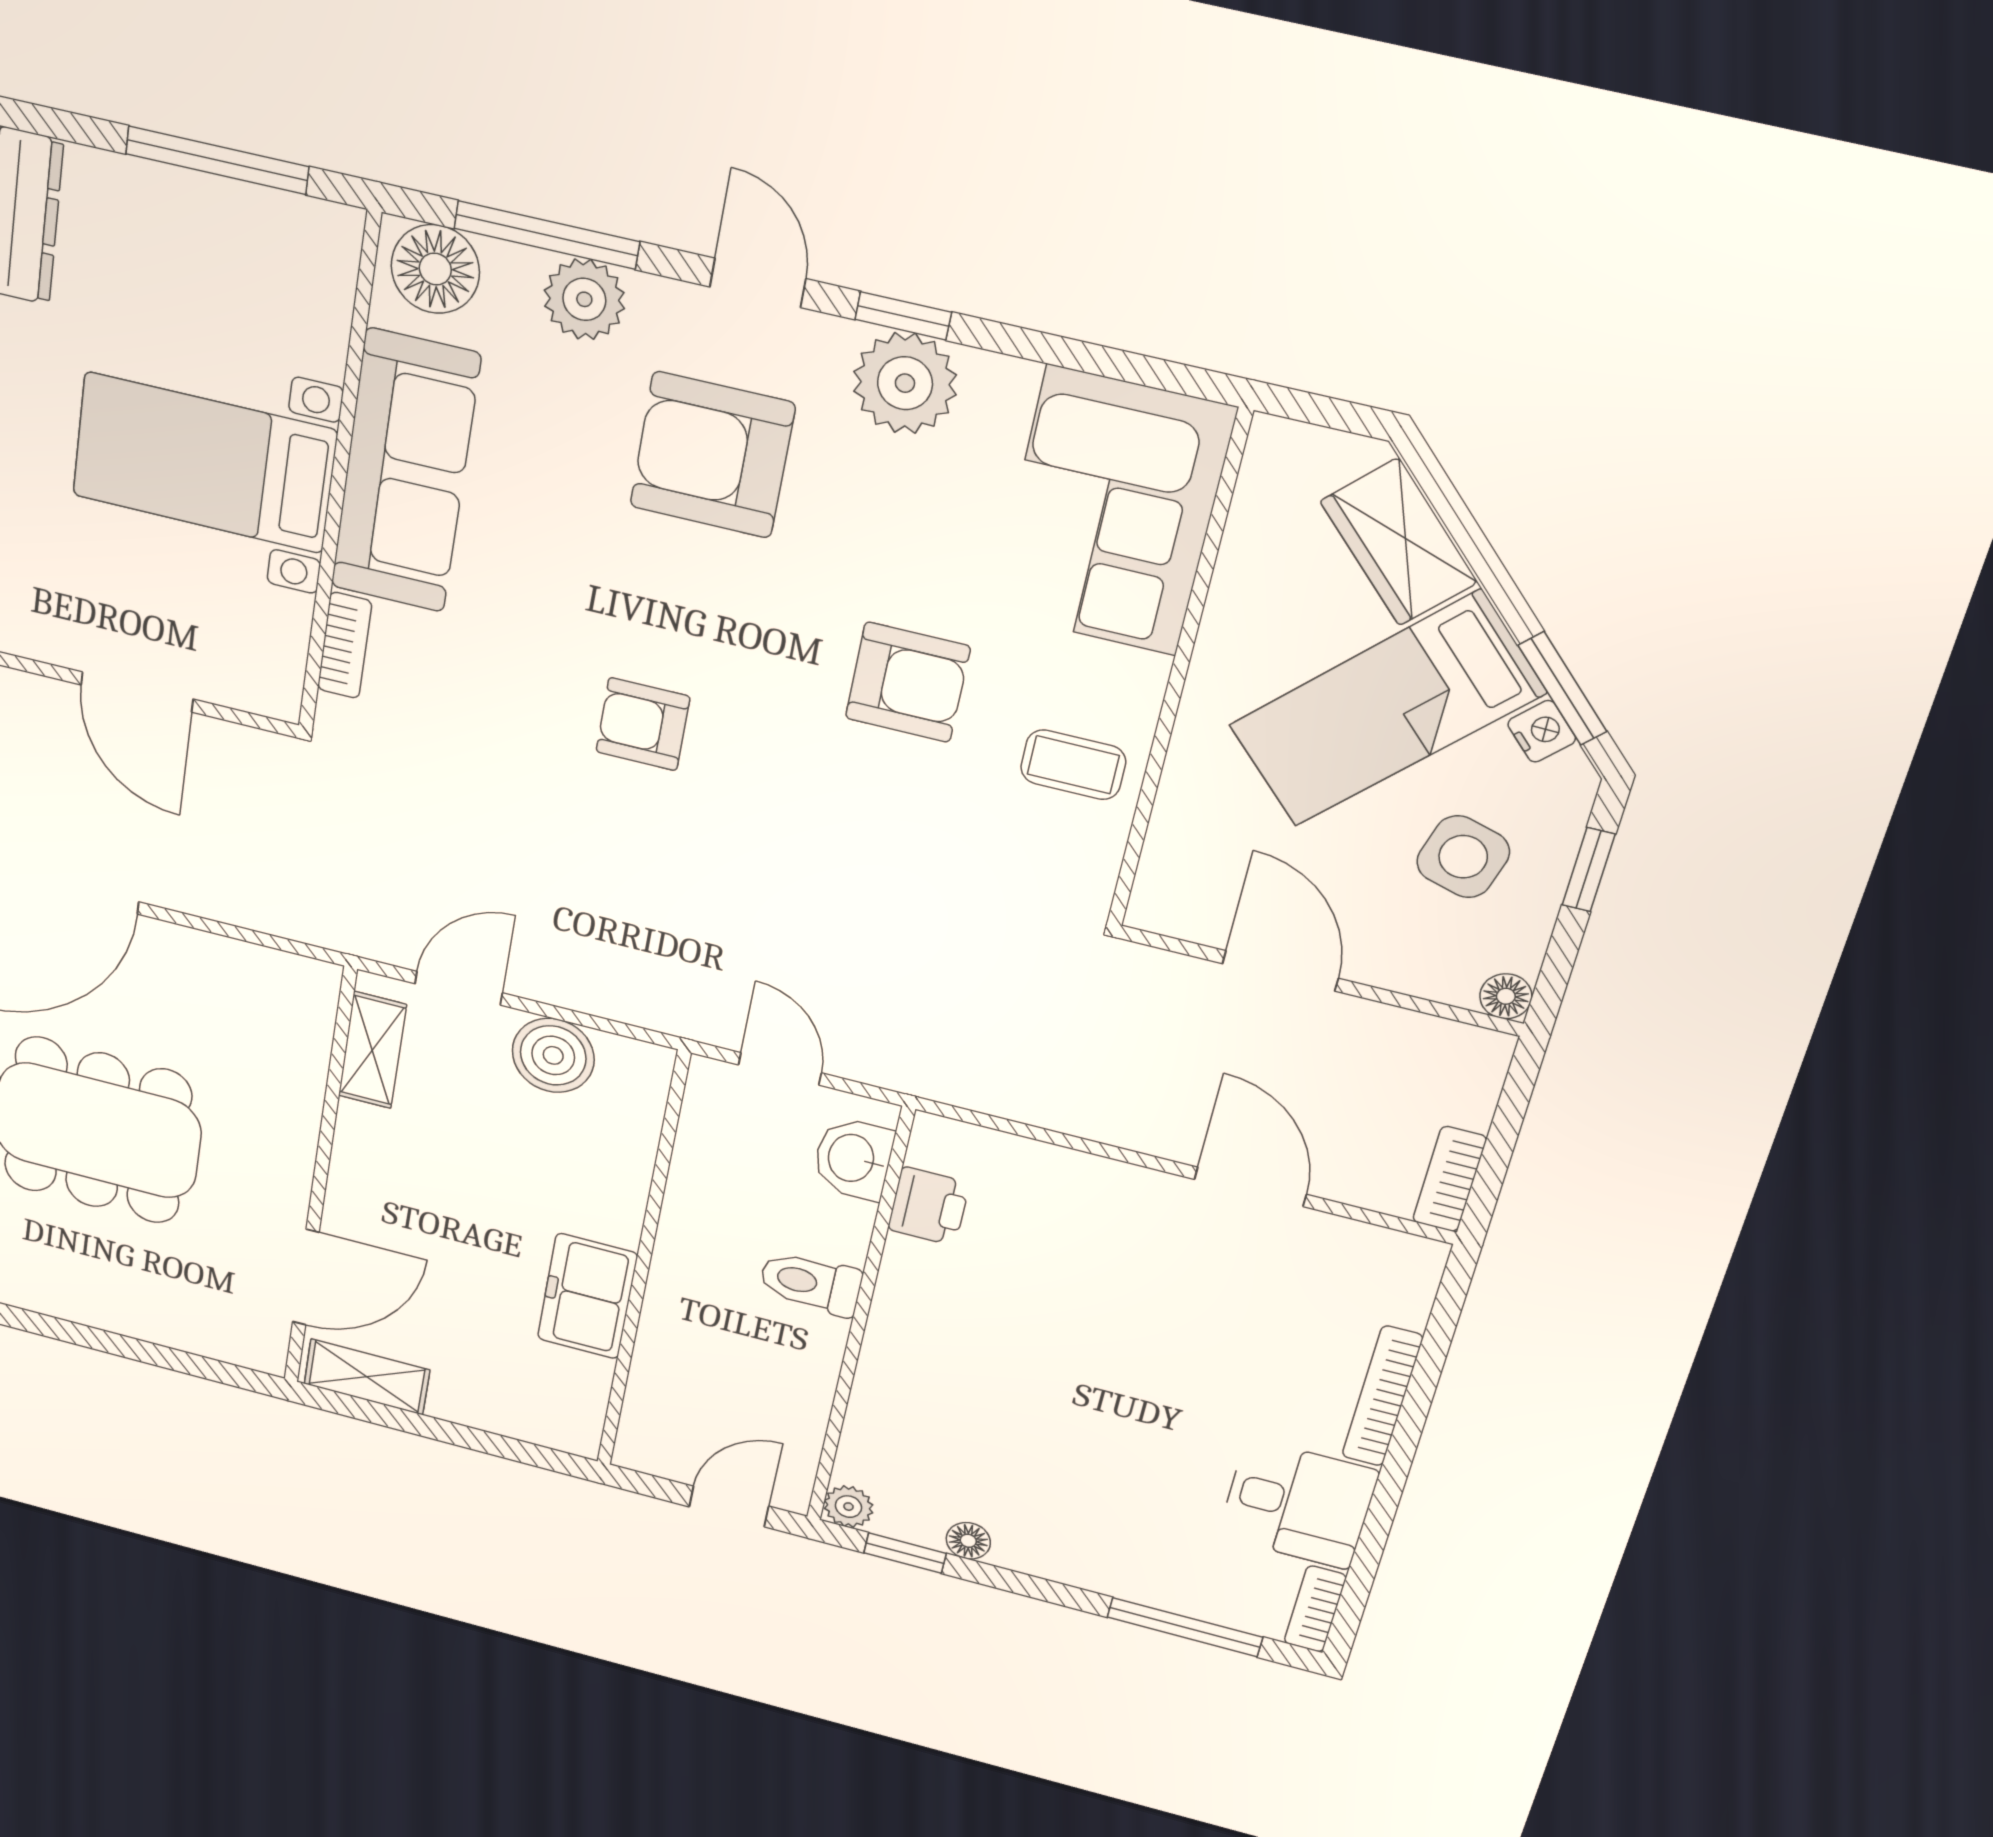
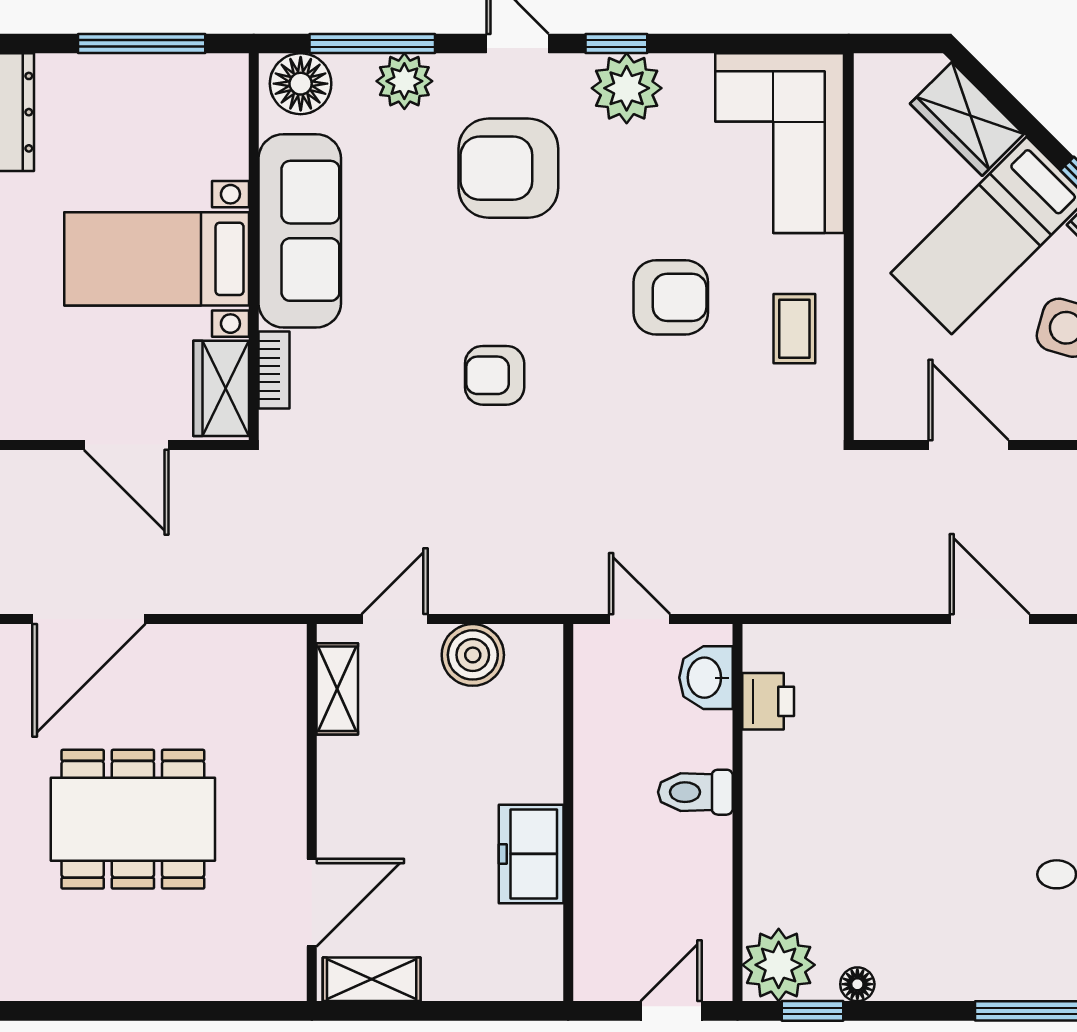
wardrobe: (271, 652) -> (221, 388), added
coffee table: (1073, 765) -> (794, 329), turned 90
plant: (848, 1507) -> (779, 965), width x1.87, depth x1.87

